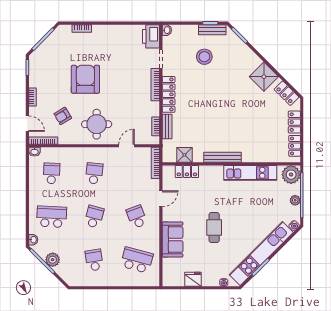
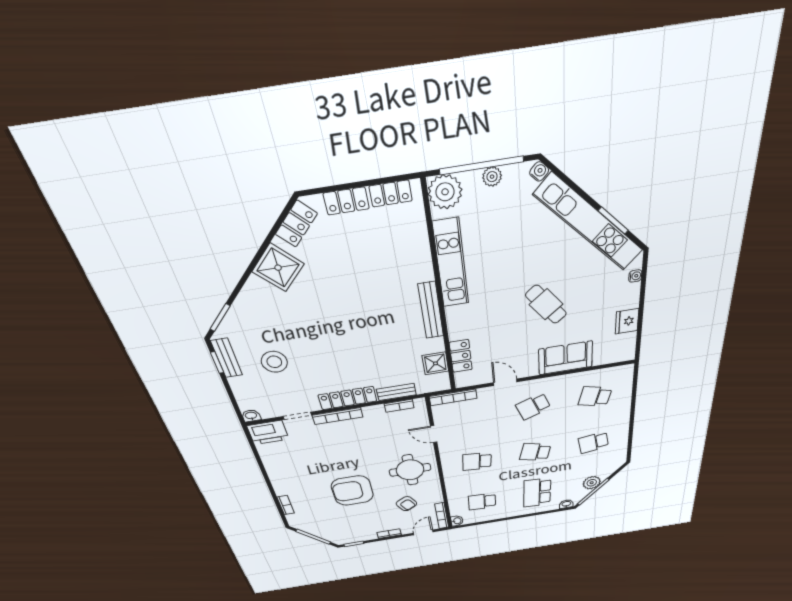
cafe table: (214, 228) -> (546, 304), turned 52
school desk: (137, 260) -> (595, 396), width x0.54

